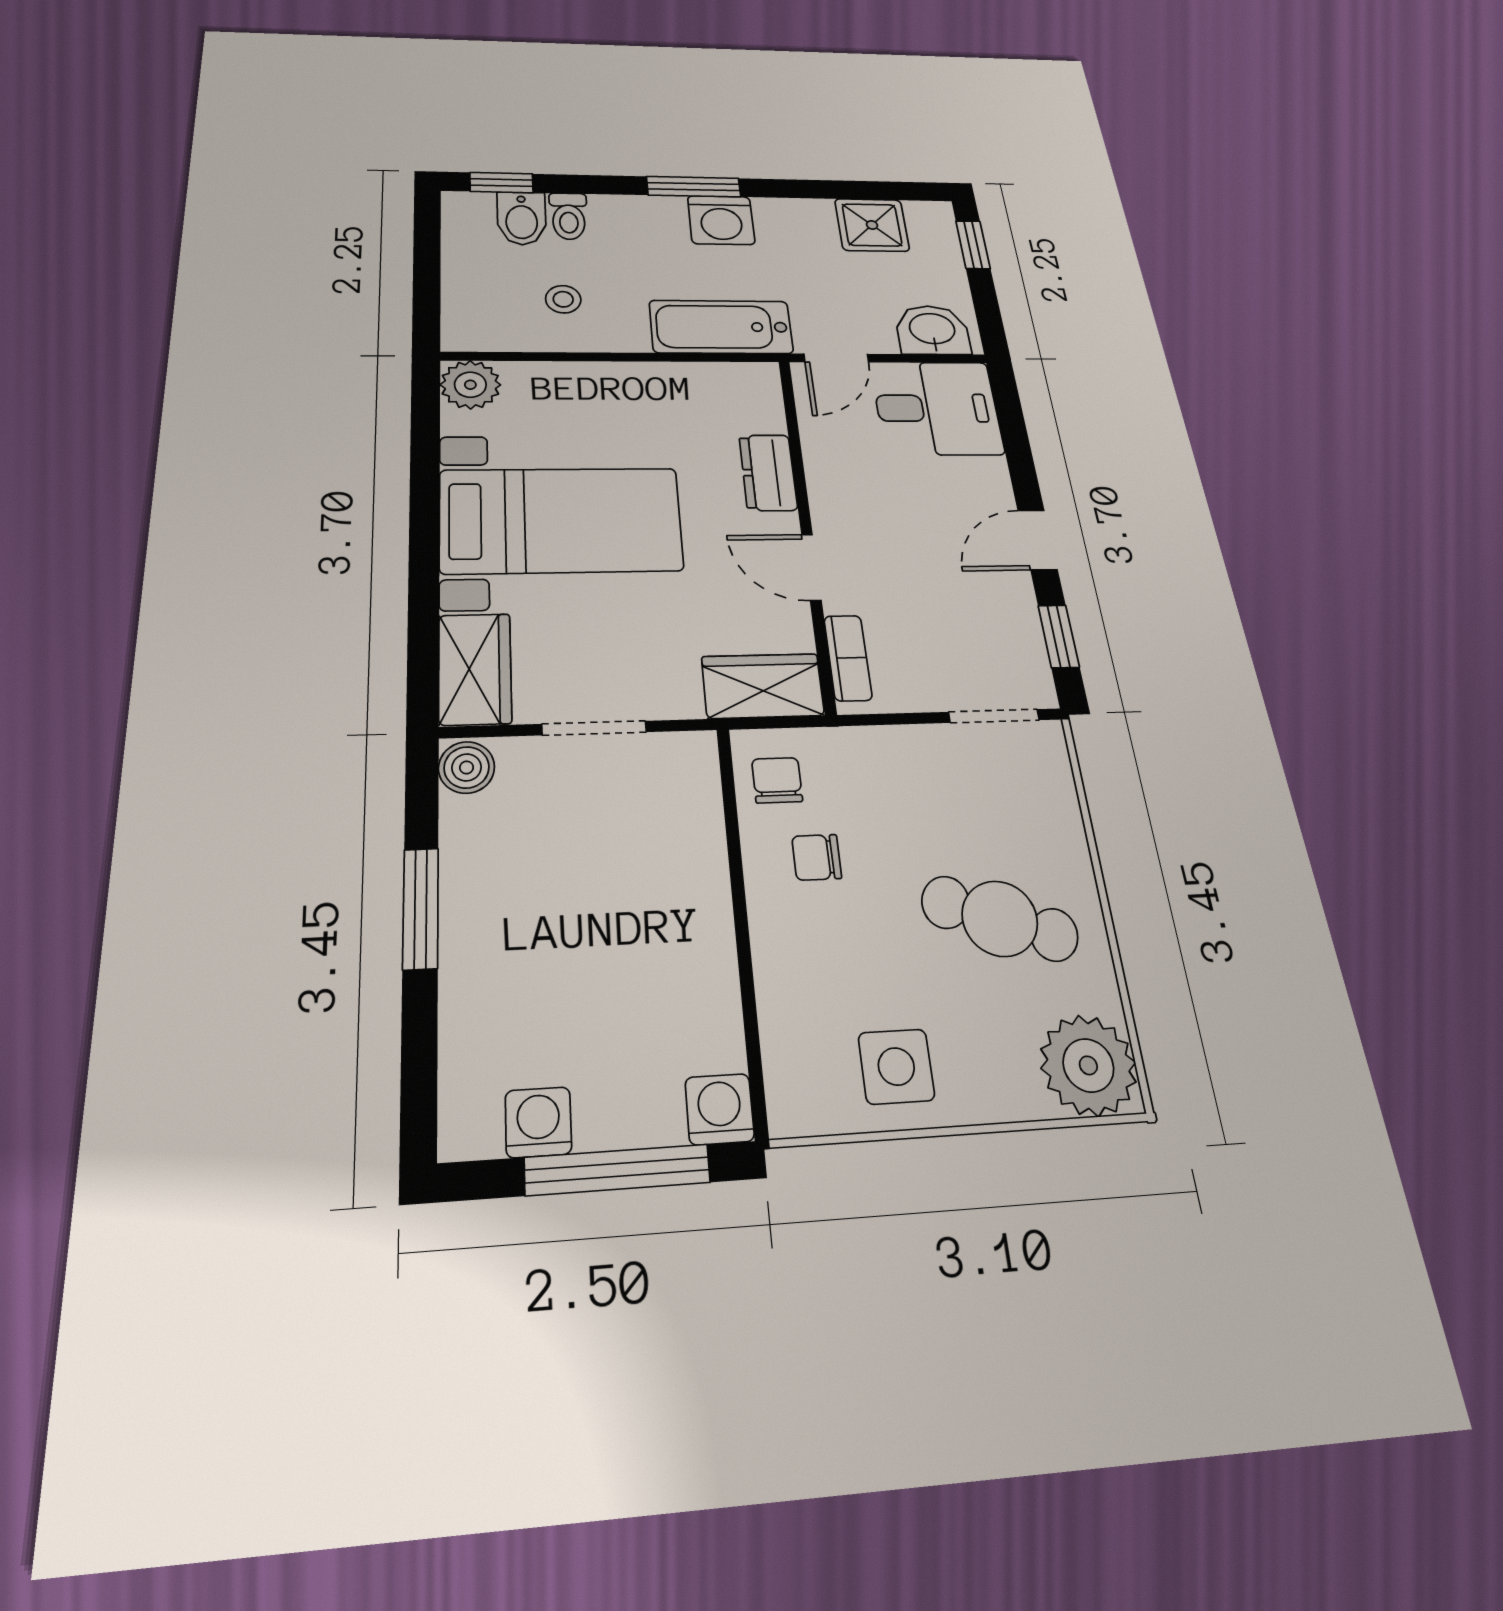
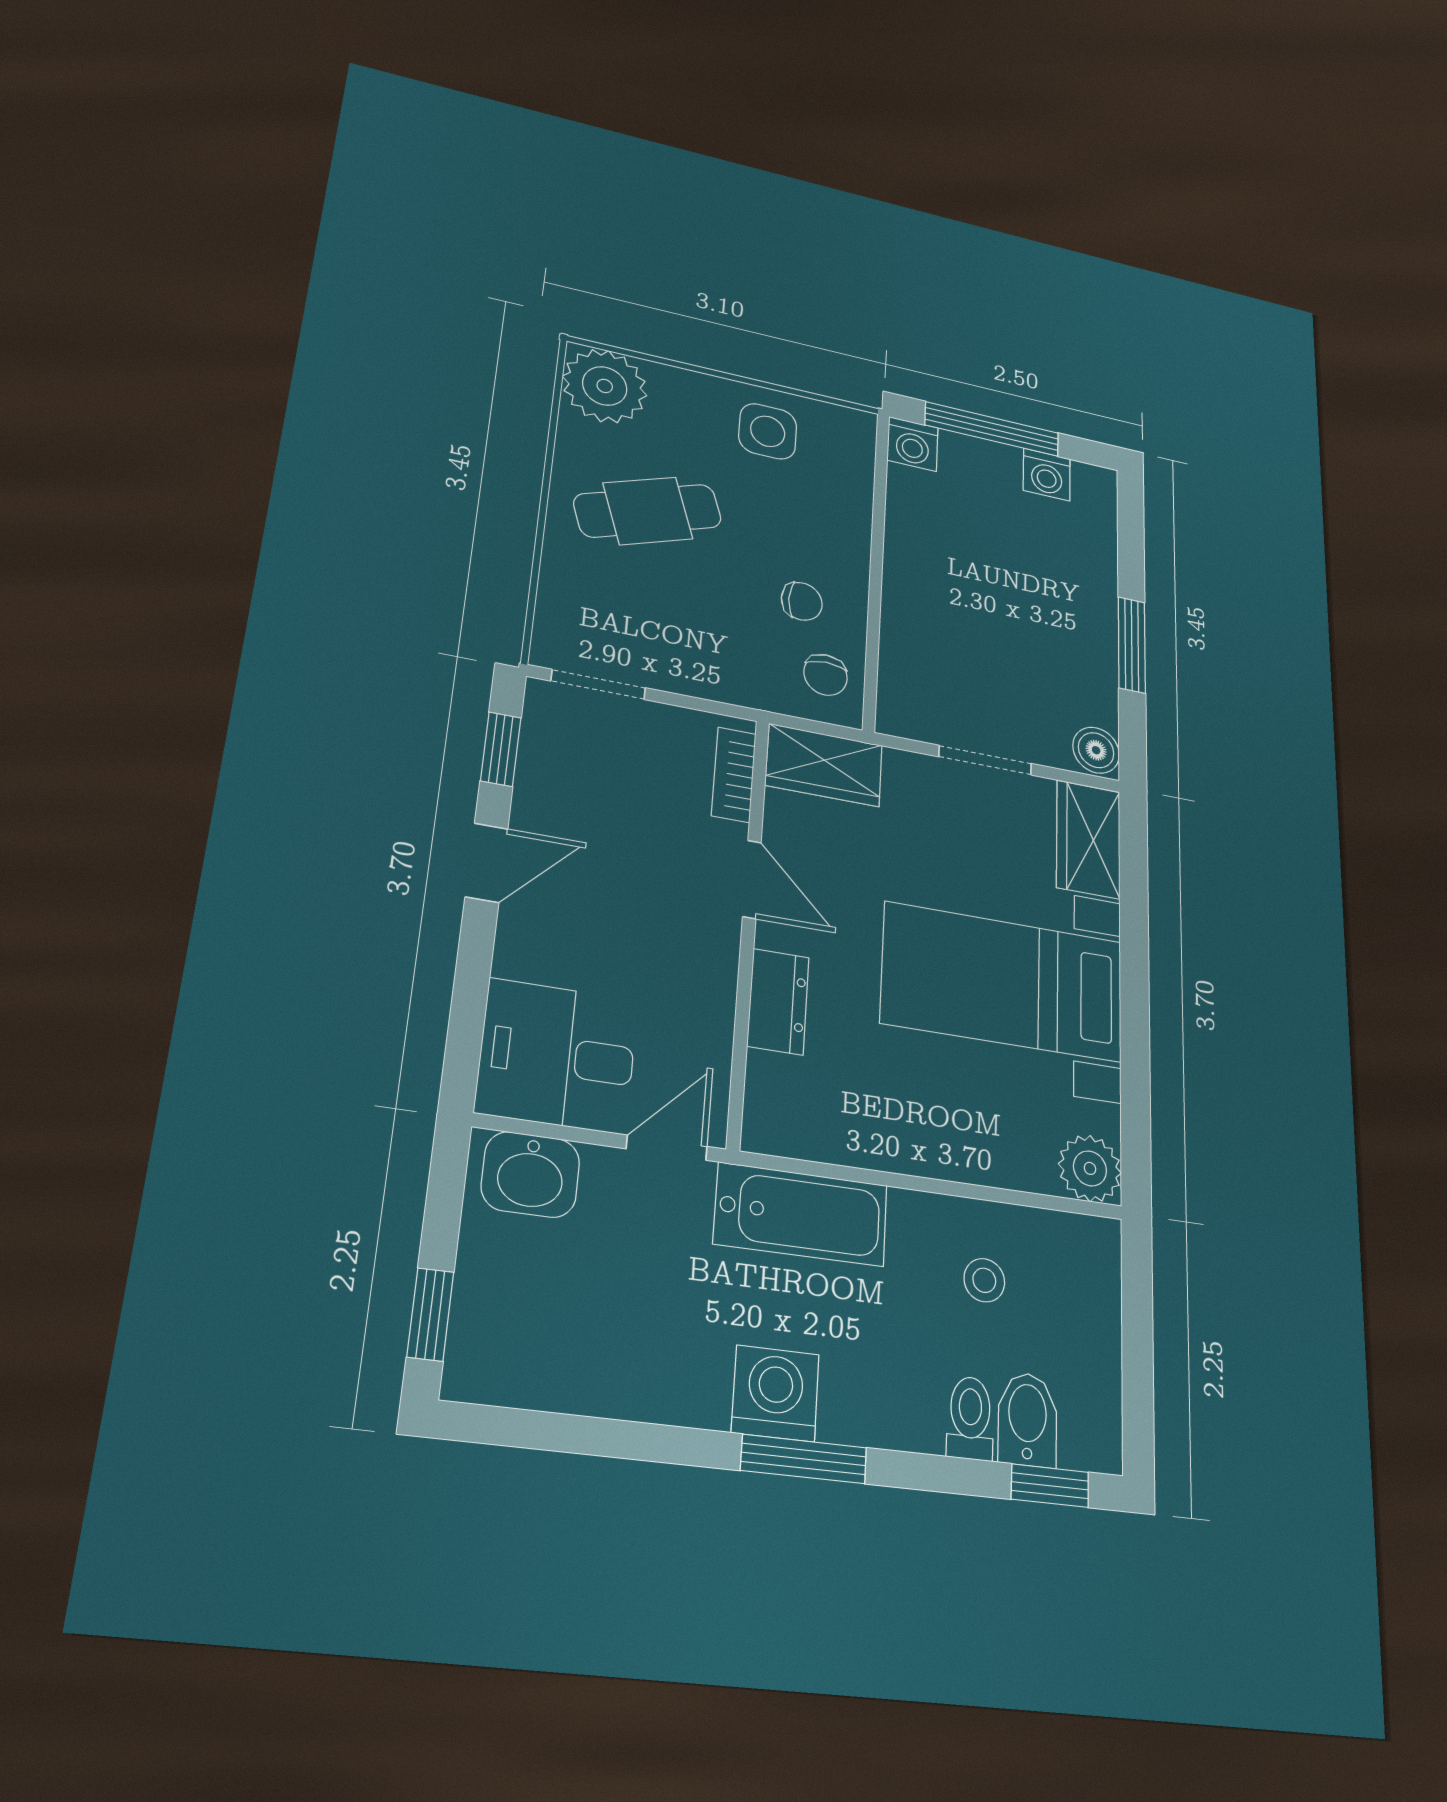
shower: (872, 225) -> (568, 1365), removed
cafe table: (1000, 919) -> (648, 511), turned -39

